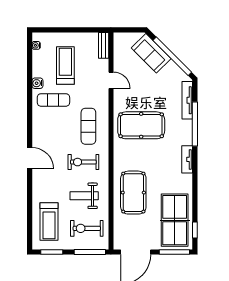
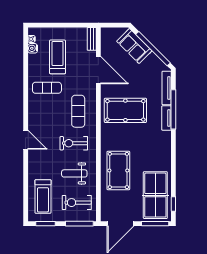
door: (111, 80) -> (98, 70), width x1.87
water cooler: (37, 83) -> (33, 48), moved
tv unit: (187, 159) -> (166, 118), moved

